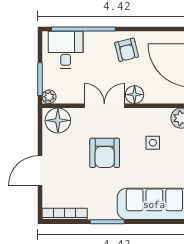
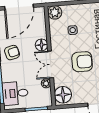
plant: (49, 97) -> (46, 83), moved

